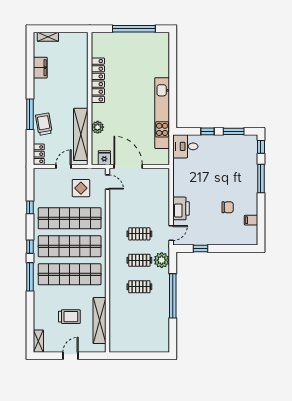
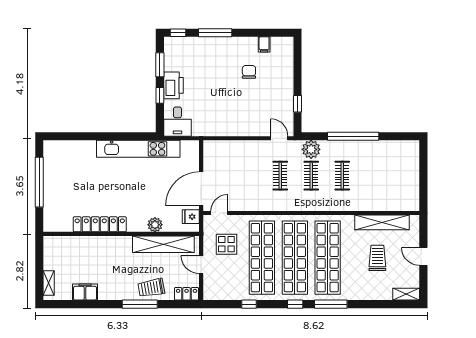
printer: (181, 208) -> (173, 85), moved, turned 90

